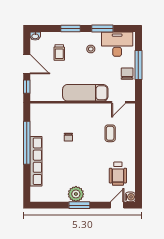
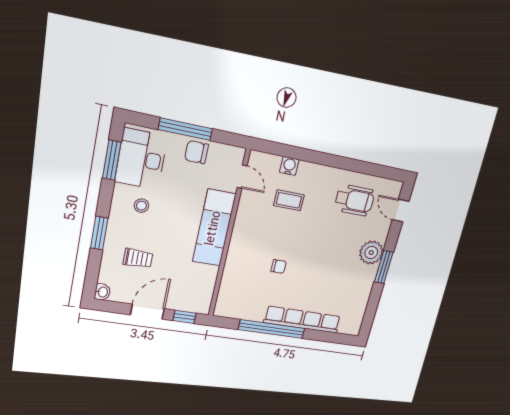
window: (102, 29) -> (112, 160), moved
plant: (76, 194) -> (371, 253), moved
water cooler: (130, 197) -> (289, 166), moved

